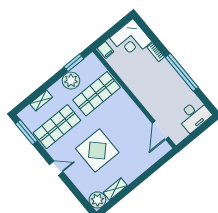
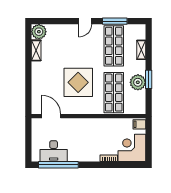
window: (74, 63) -> (149, 79), moved
window: (182, 72) -> (58, 165), moved
desk: (194, 116) -> (54, 151), moved, turned -90
window: (26, 132) -> (115, 21), moved
display table: (97, 151) -> (78, 82), moved

